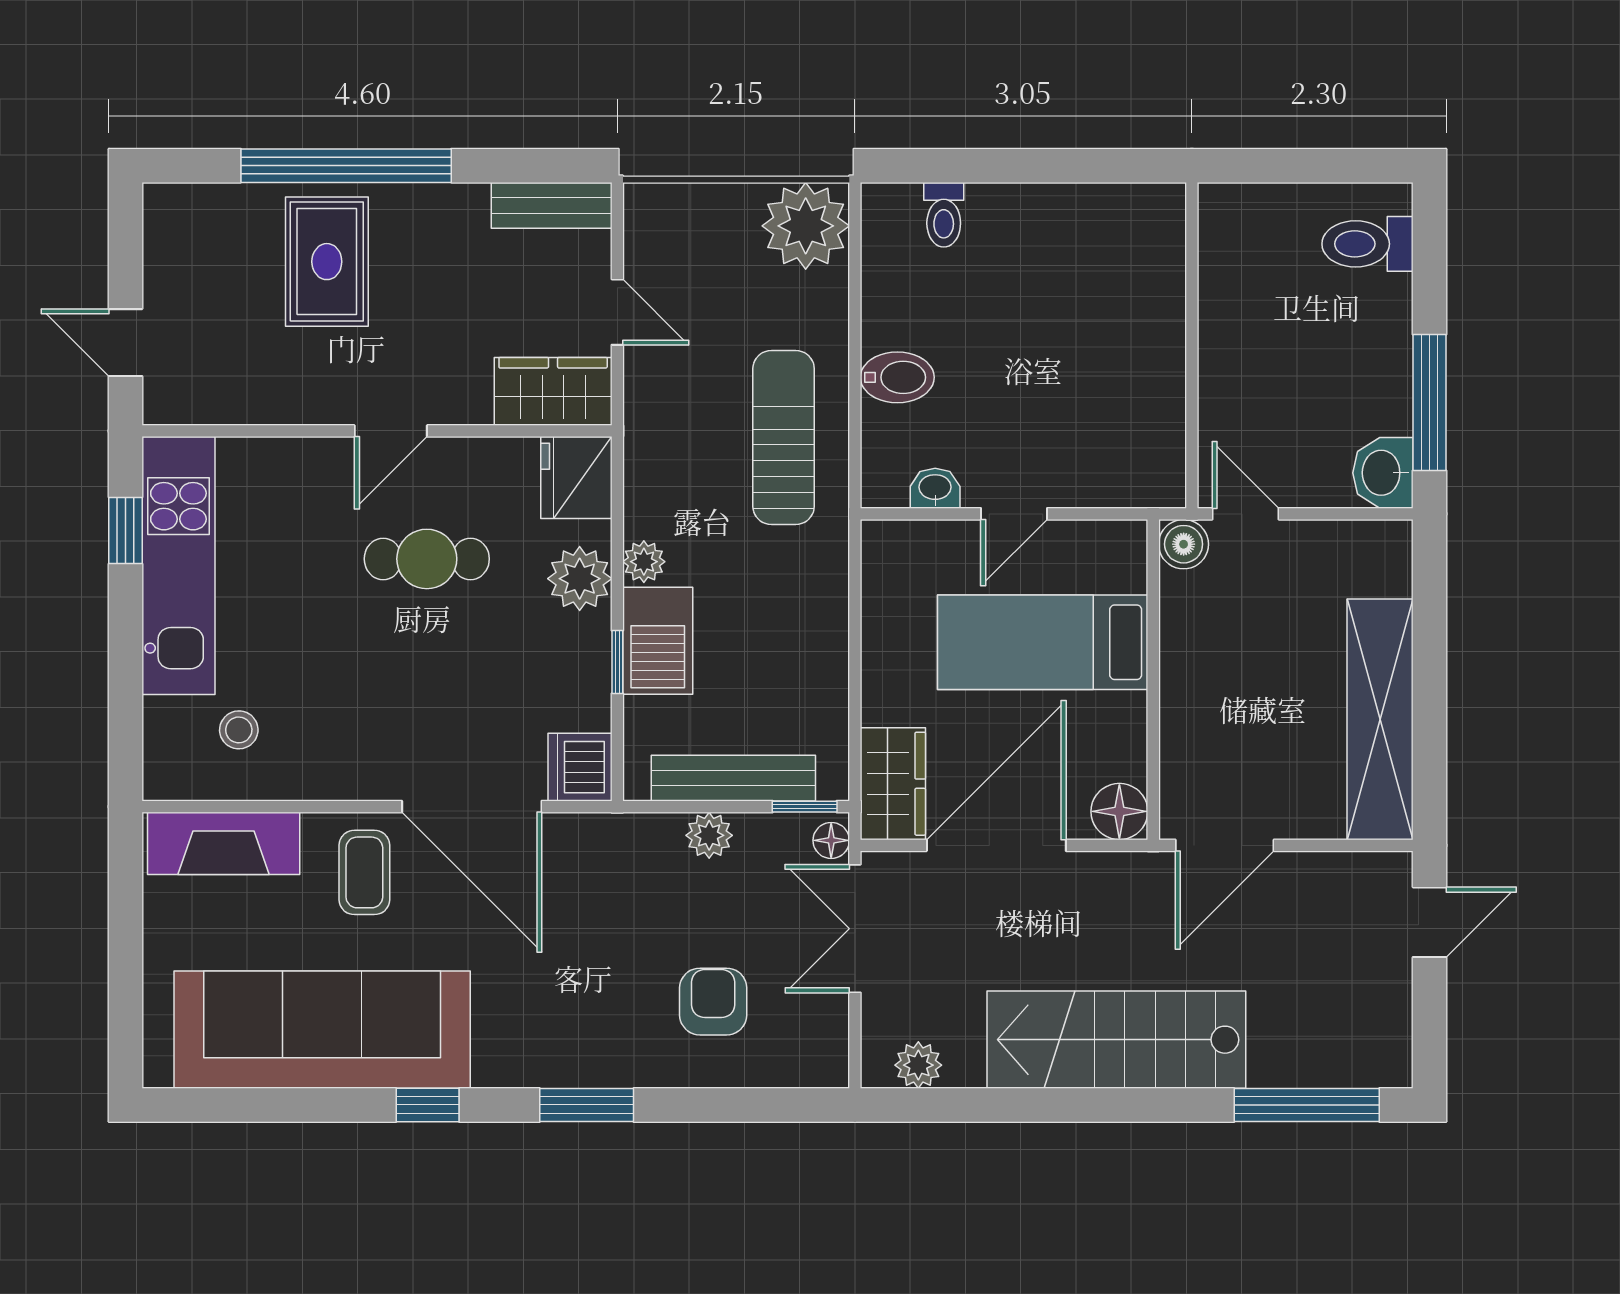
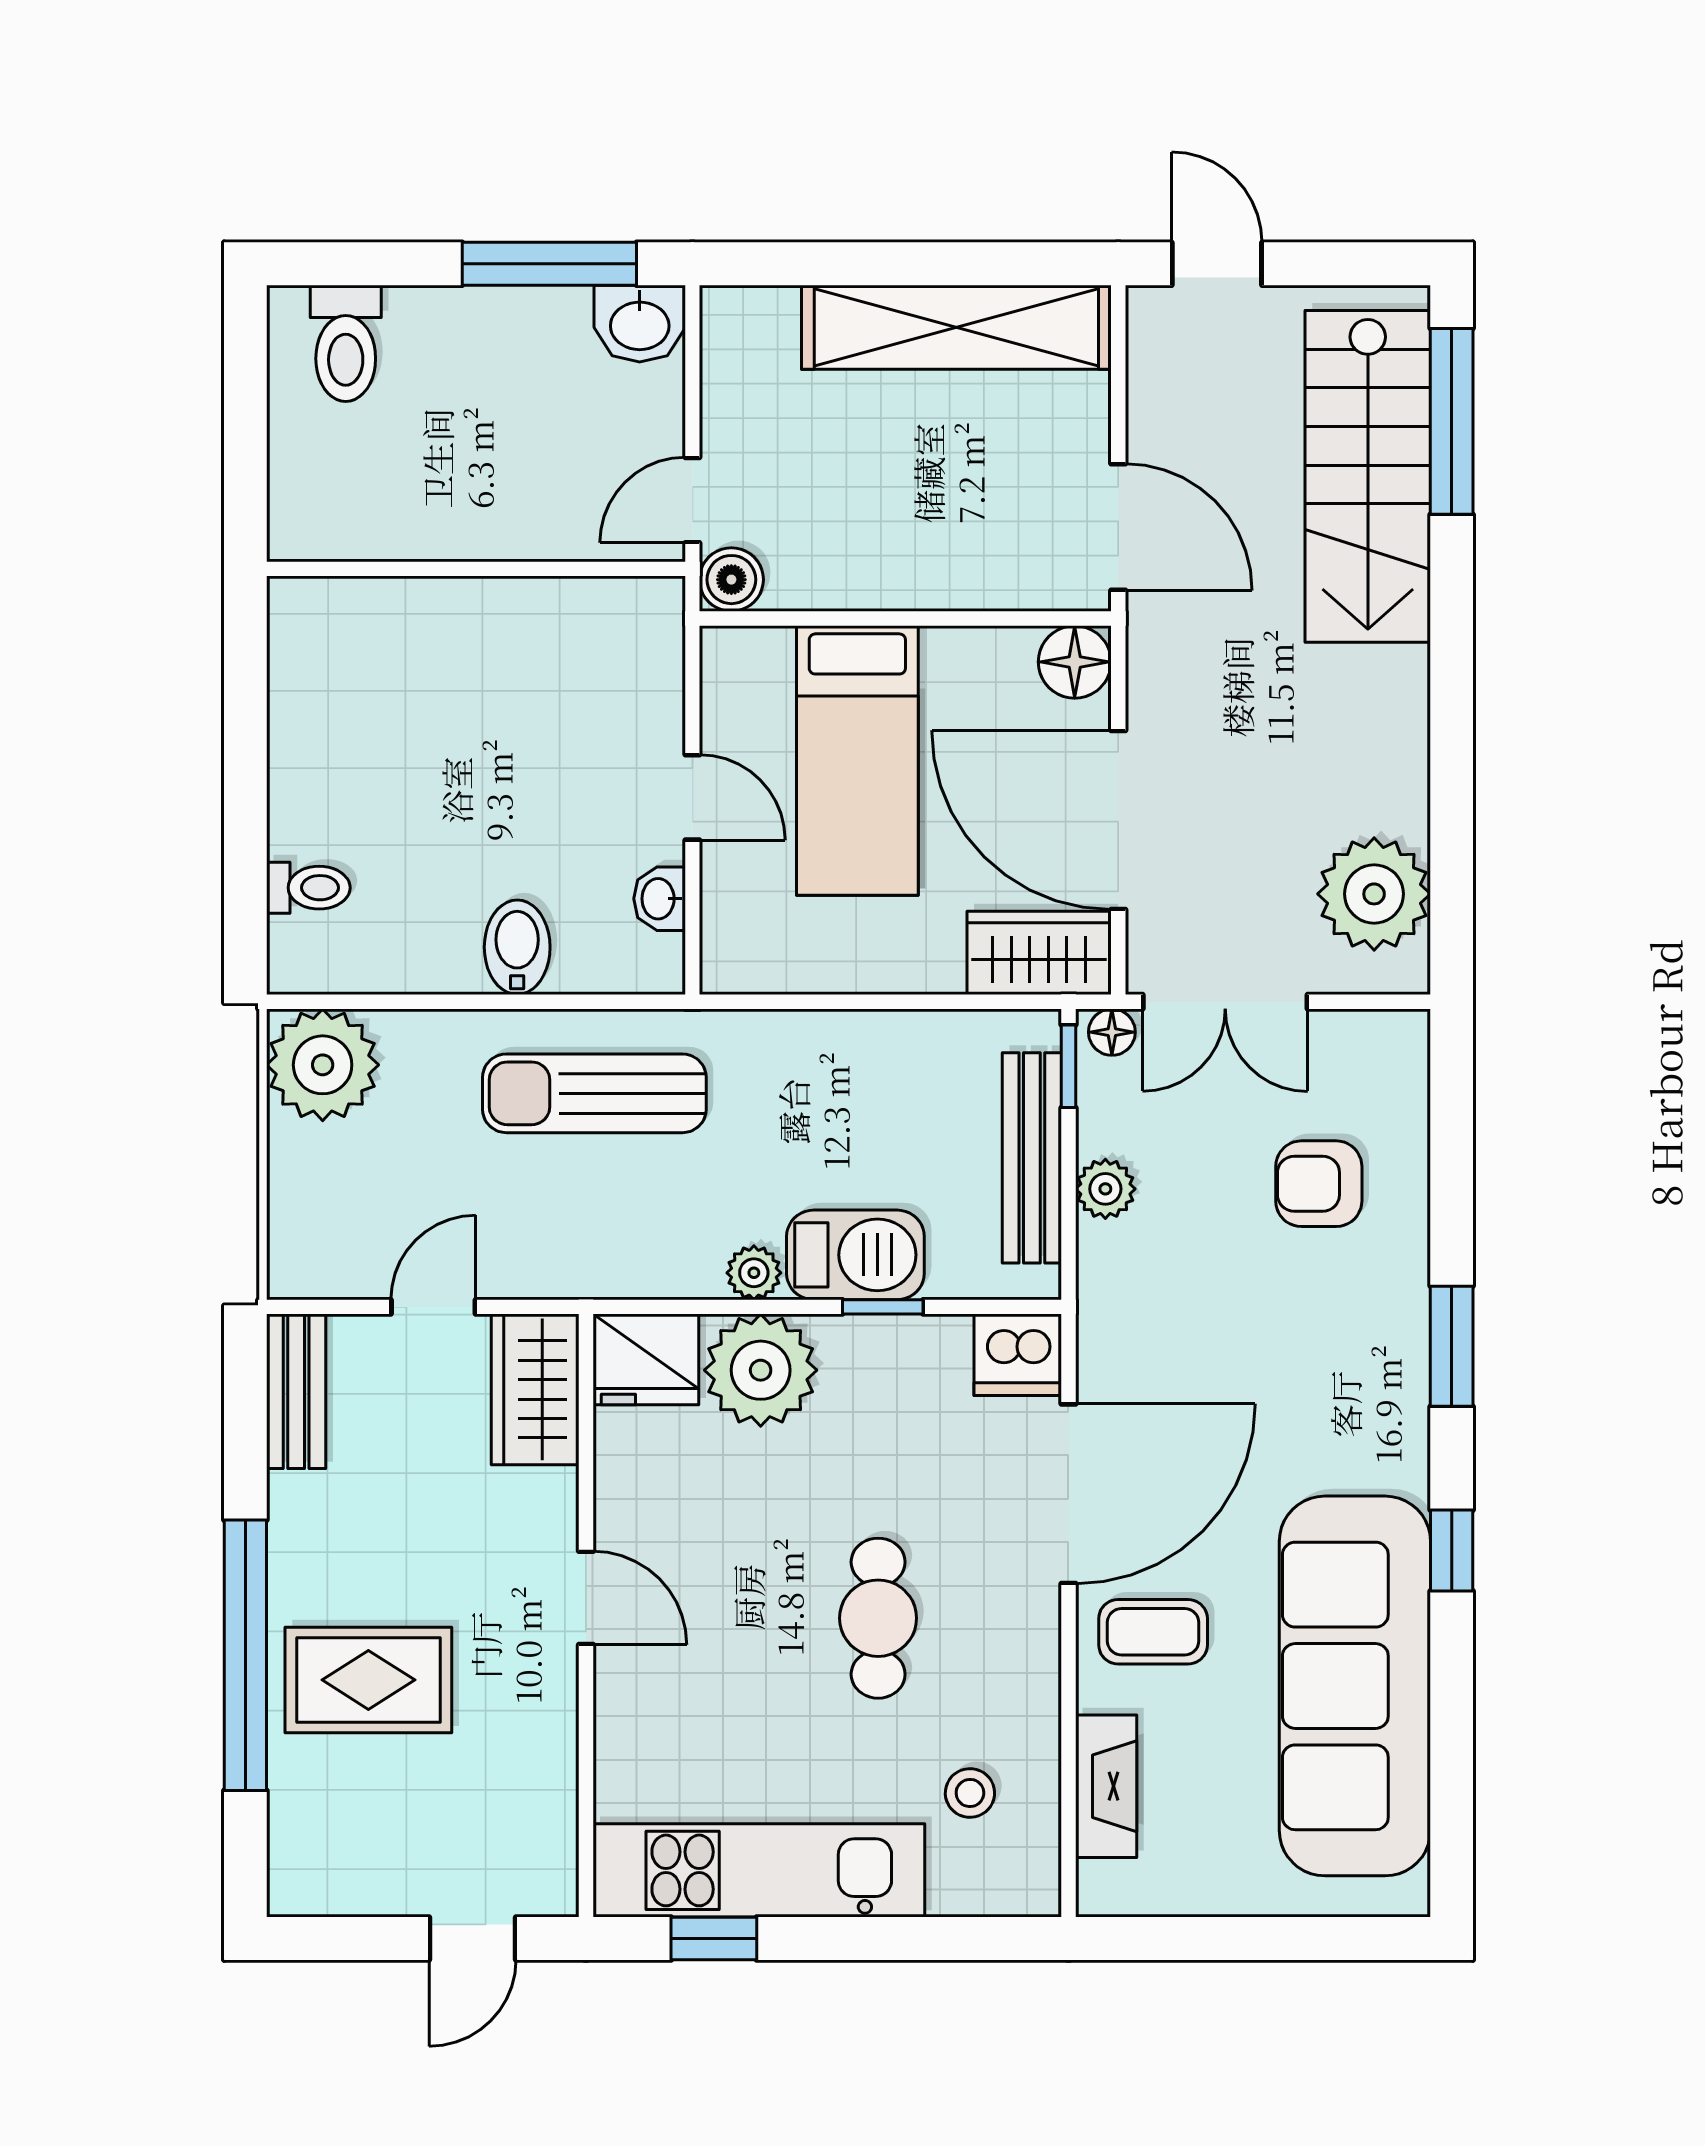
cafe table: (427, 559) -> (878, 1618), moved
plant: (580, 579) -> (761, 1370), width x1.36, depth x1.36
fireplace: (224, 843) -> (1106, 1786), width x0.73, depth x0.76
stairs: (1116, 1040) -> (1368, 476), moved
plant: (918, 1065) -> (1374, 894), width x1.88, depth x1.88

